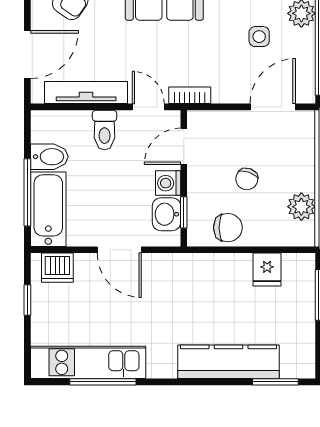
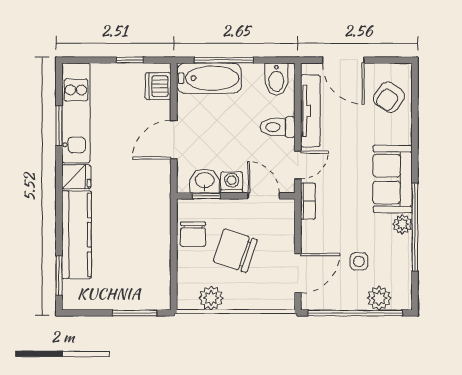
door: (273, 107) -> (298, 273), hinge flipped
bidet: (49, 157) -> (276, 79), moved
chair: (247, 179) -> (235, 251), width x1.87, depth x1.87
fridge: (267, 270) -> (76, 177), moved, turned 180
window: (103, 382) -> (59, 126), width x0.69

